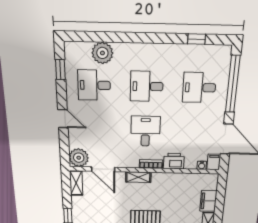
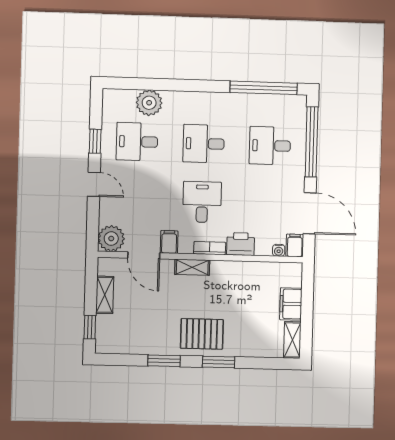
window: (196, 39) -> (264, 88), width x3.17
window: (60, 70) -> (95, 141), moved
filing cabinet: (121, 160) -> (169, 242), added
shelving: (76, 183) -> (105, 295), moved

